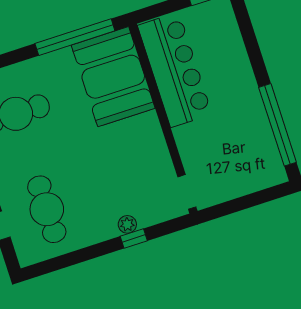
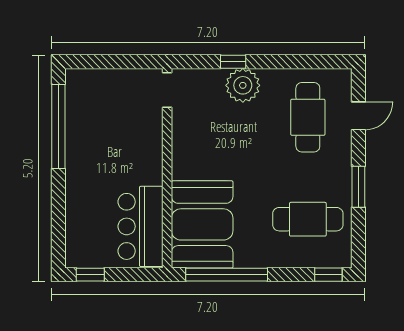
bar counter: (175, 70) -> (140, 226), width x0.73
plant: (127, 224) -> (243, 85), width x1.88, depth x1.88

